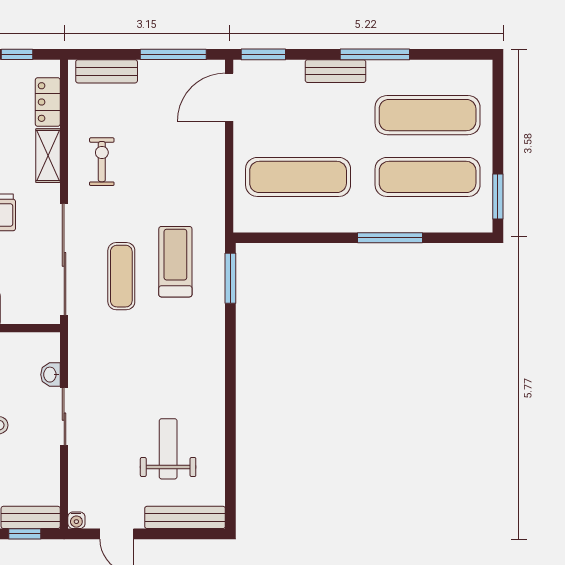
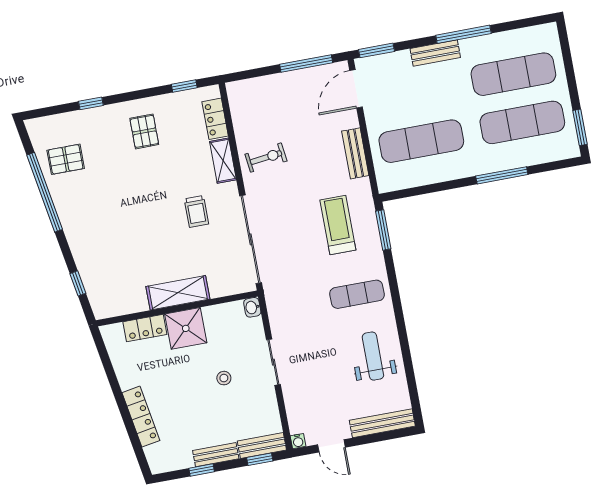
bench: (107, 71) -> (355, 153), moved, turned 90
exercise bike: (102, 162) -> (266, 158), turned 83
exercise mat: (121, 276) -> (357, 294), moved, turned 90
washbasin: (50, 375) -> (252, 307), moved
weight bench: (168, 449) -> (373, 356), moved

